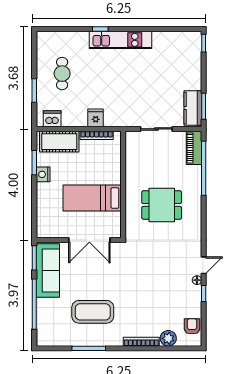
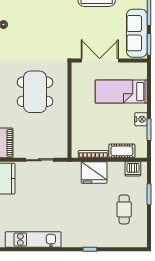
kitchen unit: (121, 40) -> (33, 240), moved
fridge: (96, 118) -> (94, 173), width x1.88, depth x1.34
cot: (59, 142) -> (122, 151), width x0.73, depth x0.75
bed: (92, 198) -> (121, 92), moved, turned 180
dining table: (162, 205) -> (35, 92), width x1.38

